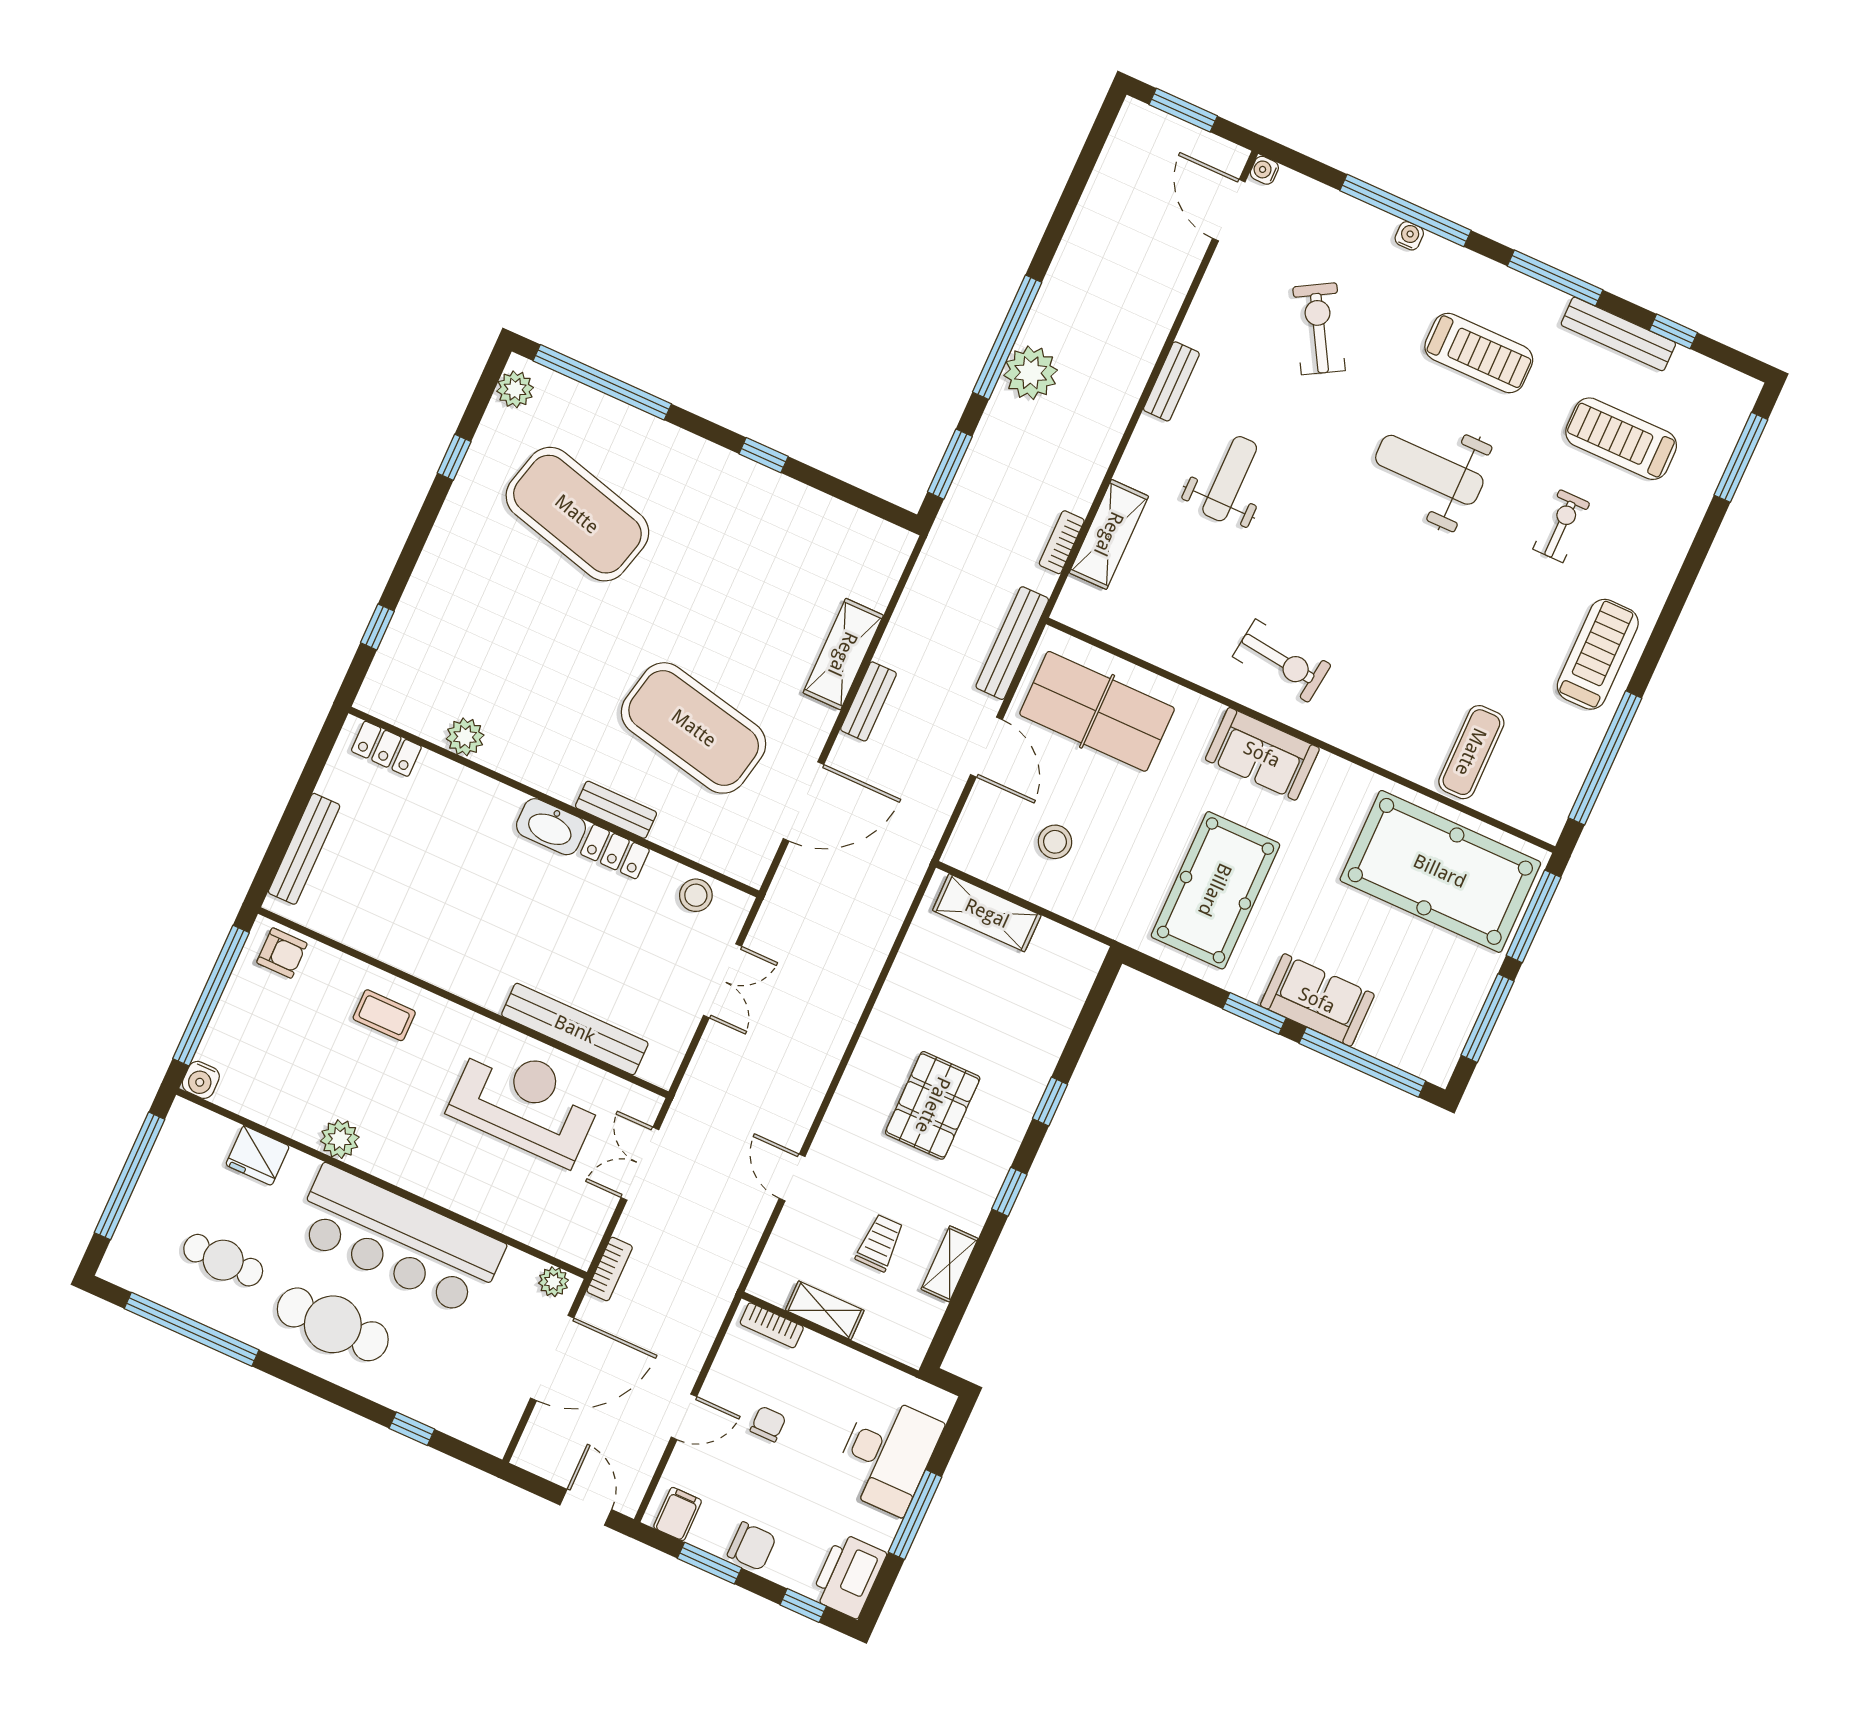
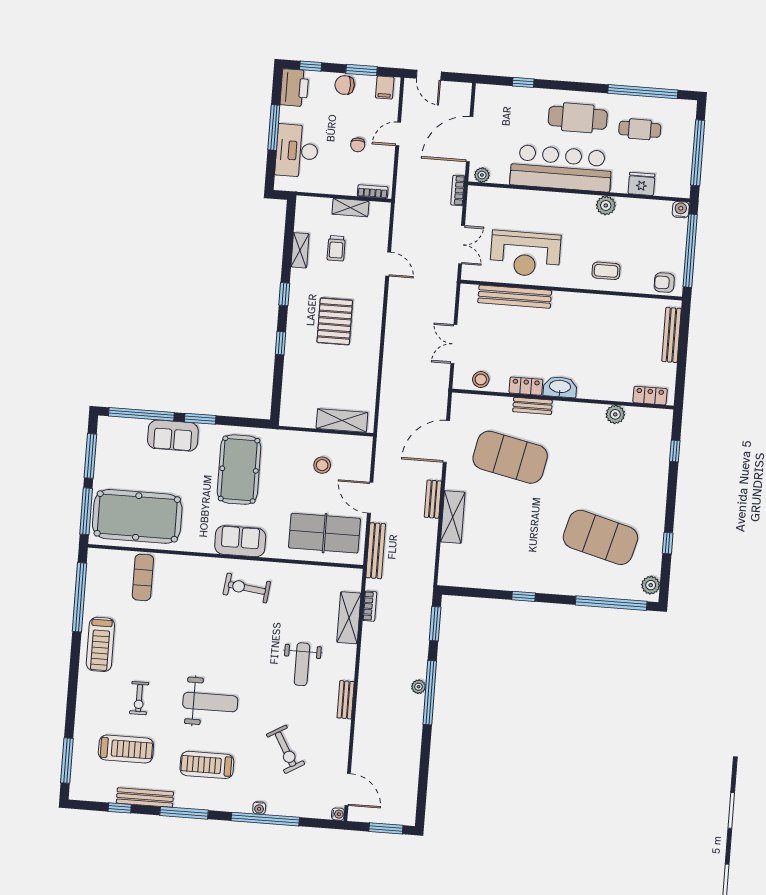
plant: (1031, 373) -> (419, 687), width x0.53, depth x0.53

